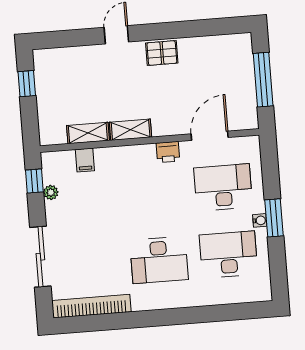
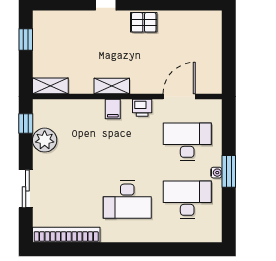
window: (263, 80) -> (229, 52), removed
shelving: (88, 133) -> (50, 86), moved
filing cabinet: (85, 160) -> (113, 109), moved
plant: (51, 192) -> (45, 140), width x1.88, depth x1.88
sliding door: (40, 257) -> (26, 189), width x0.73

